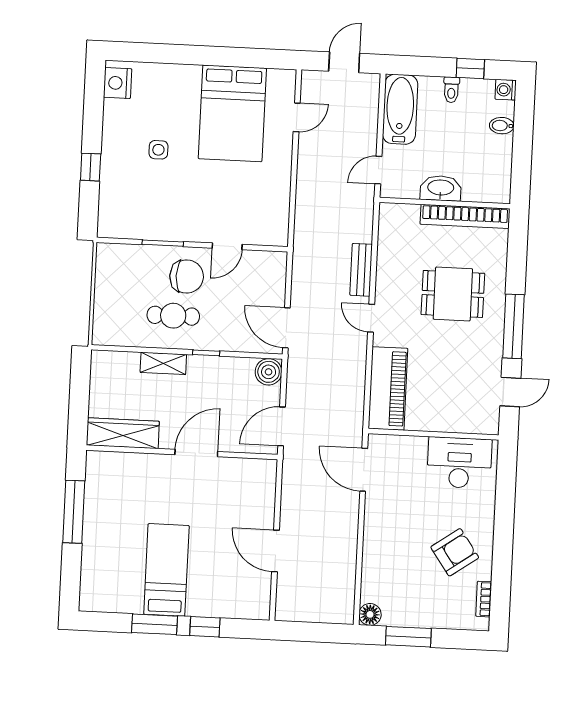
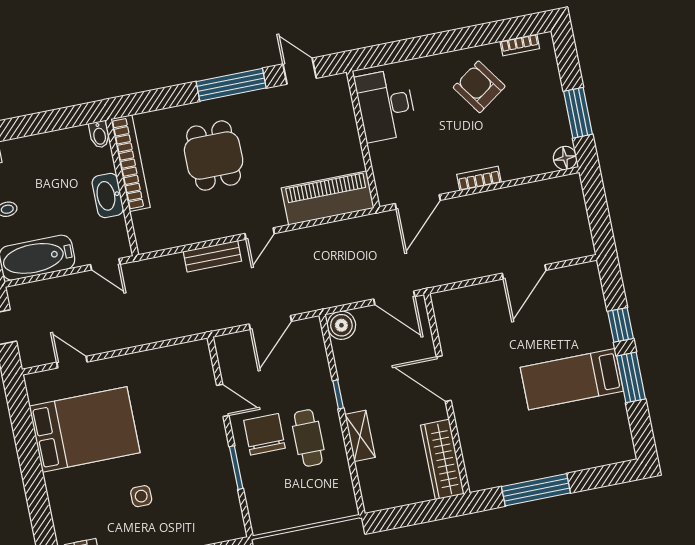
bidet: (502, 126) -> (99, 134), moved
door: (286, 328) -> (270, 323), moved
bookcase: (371, 531) -> (479, 178), added

